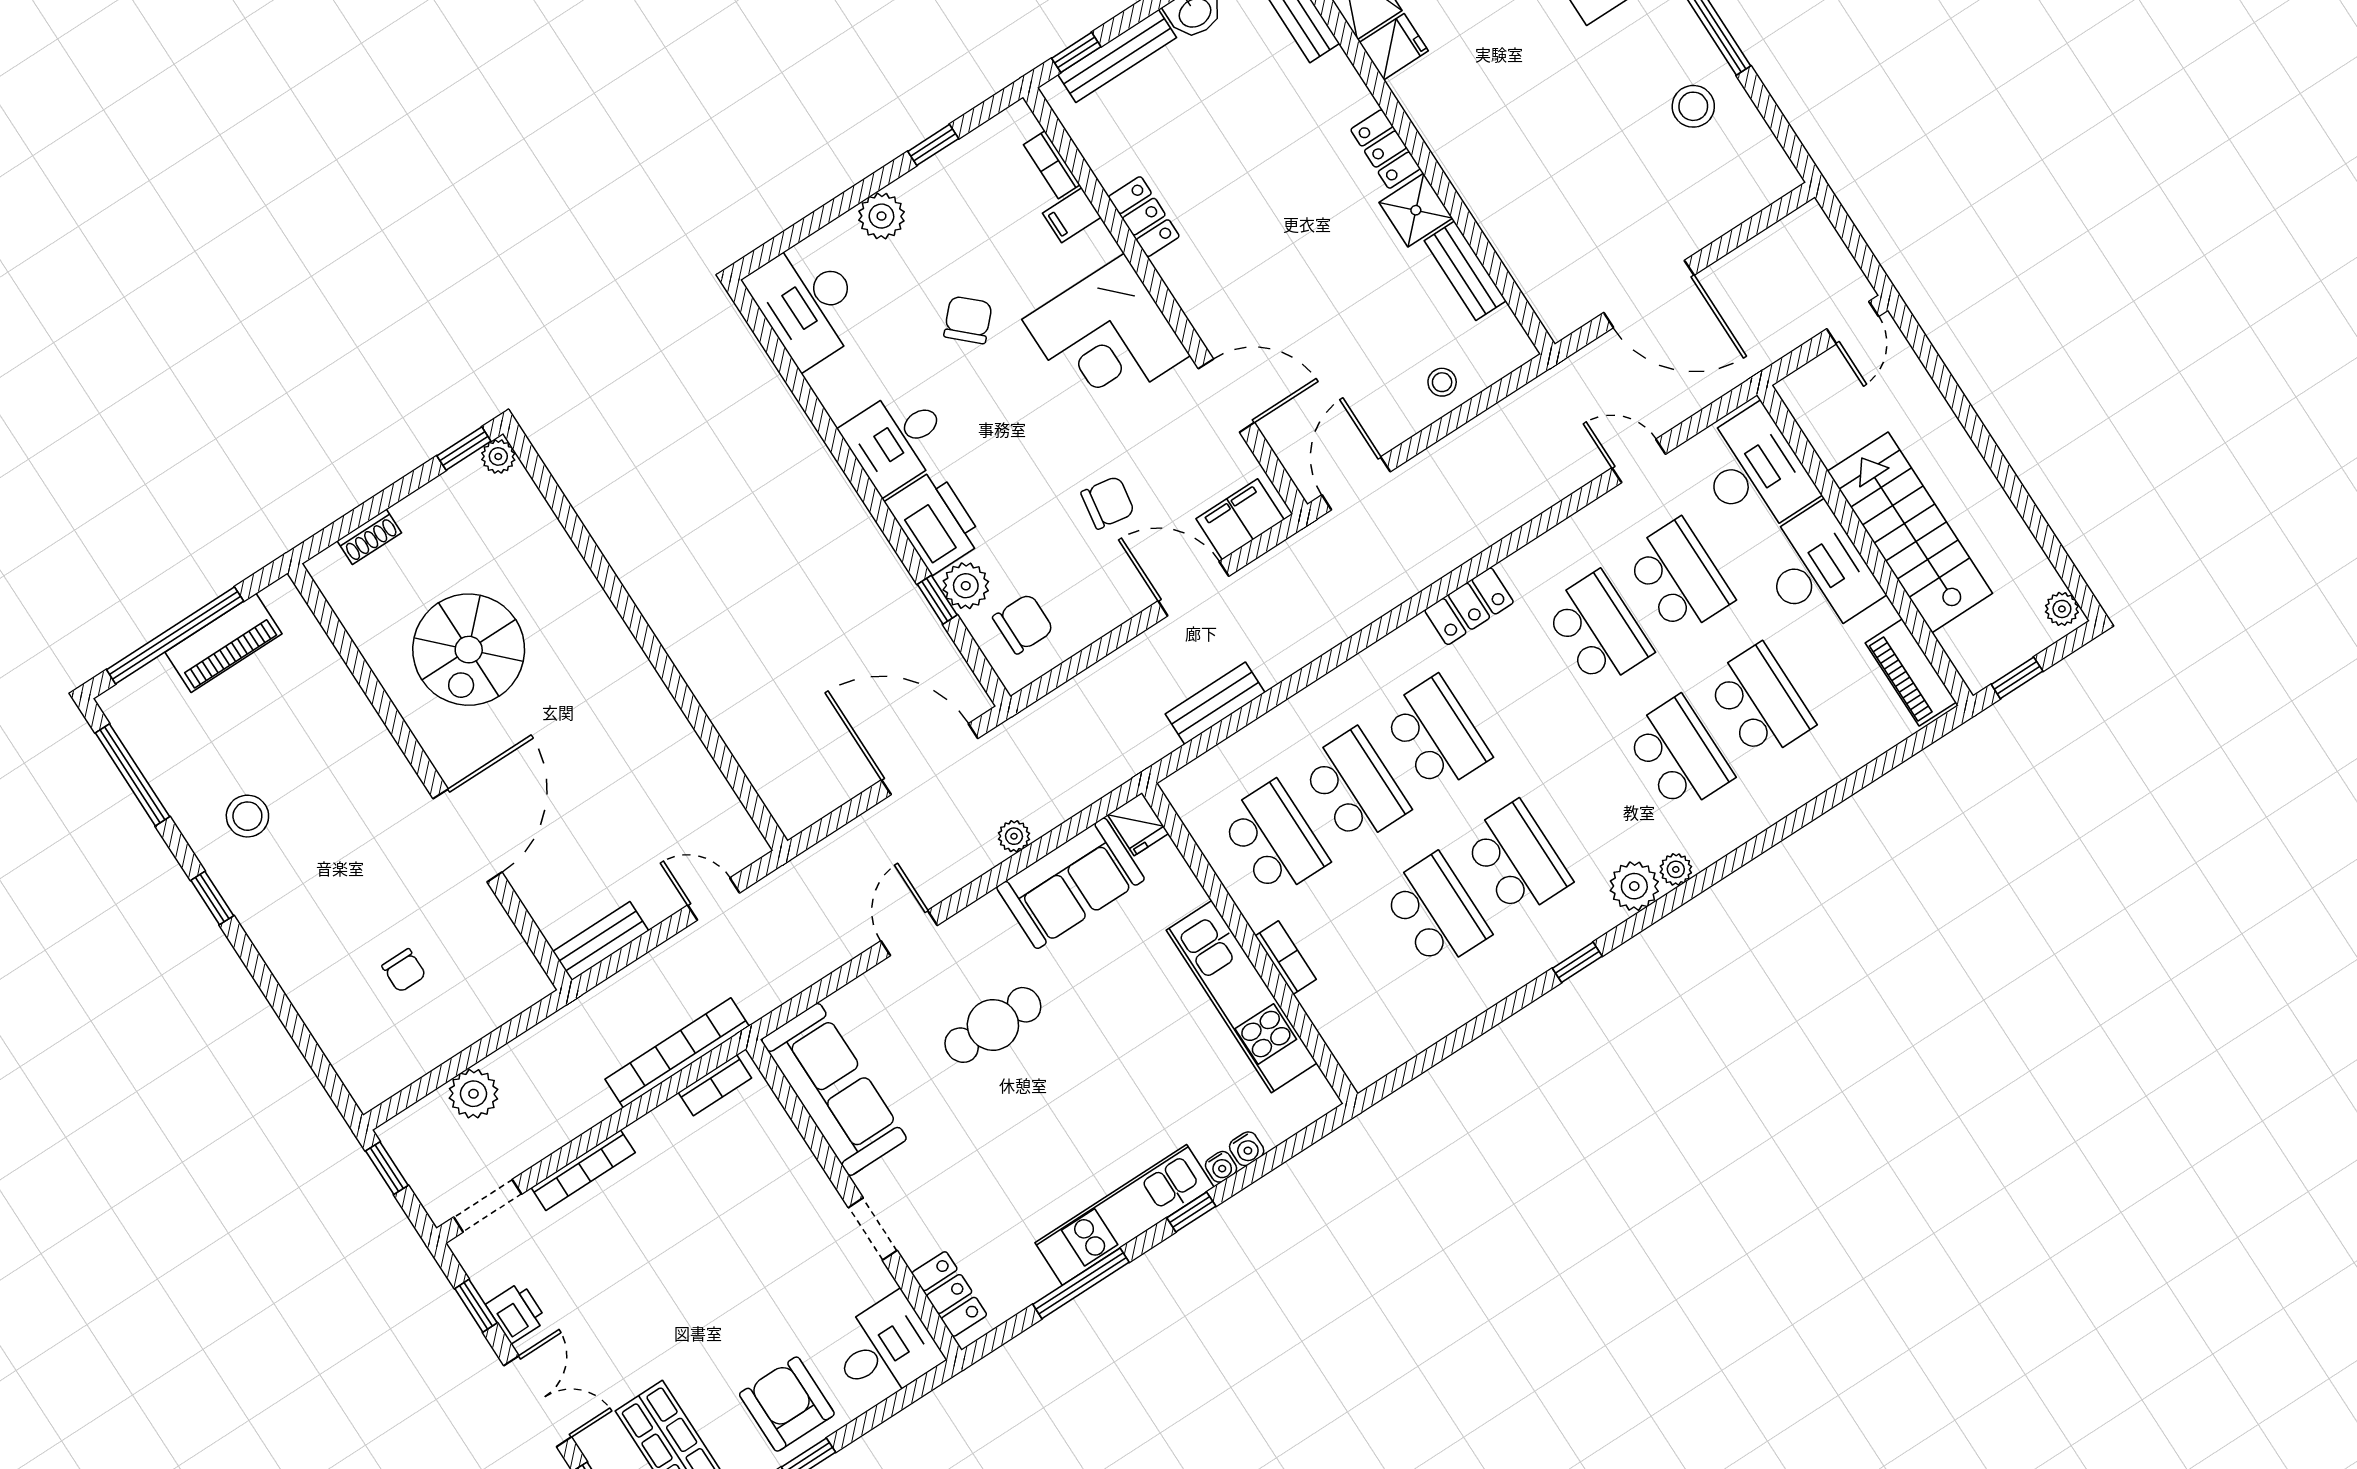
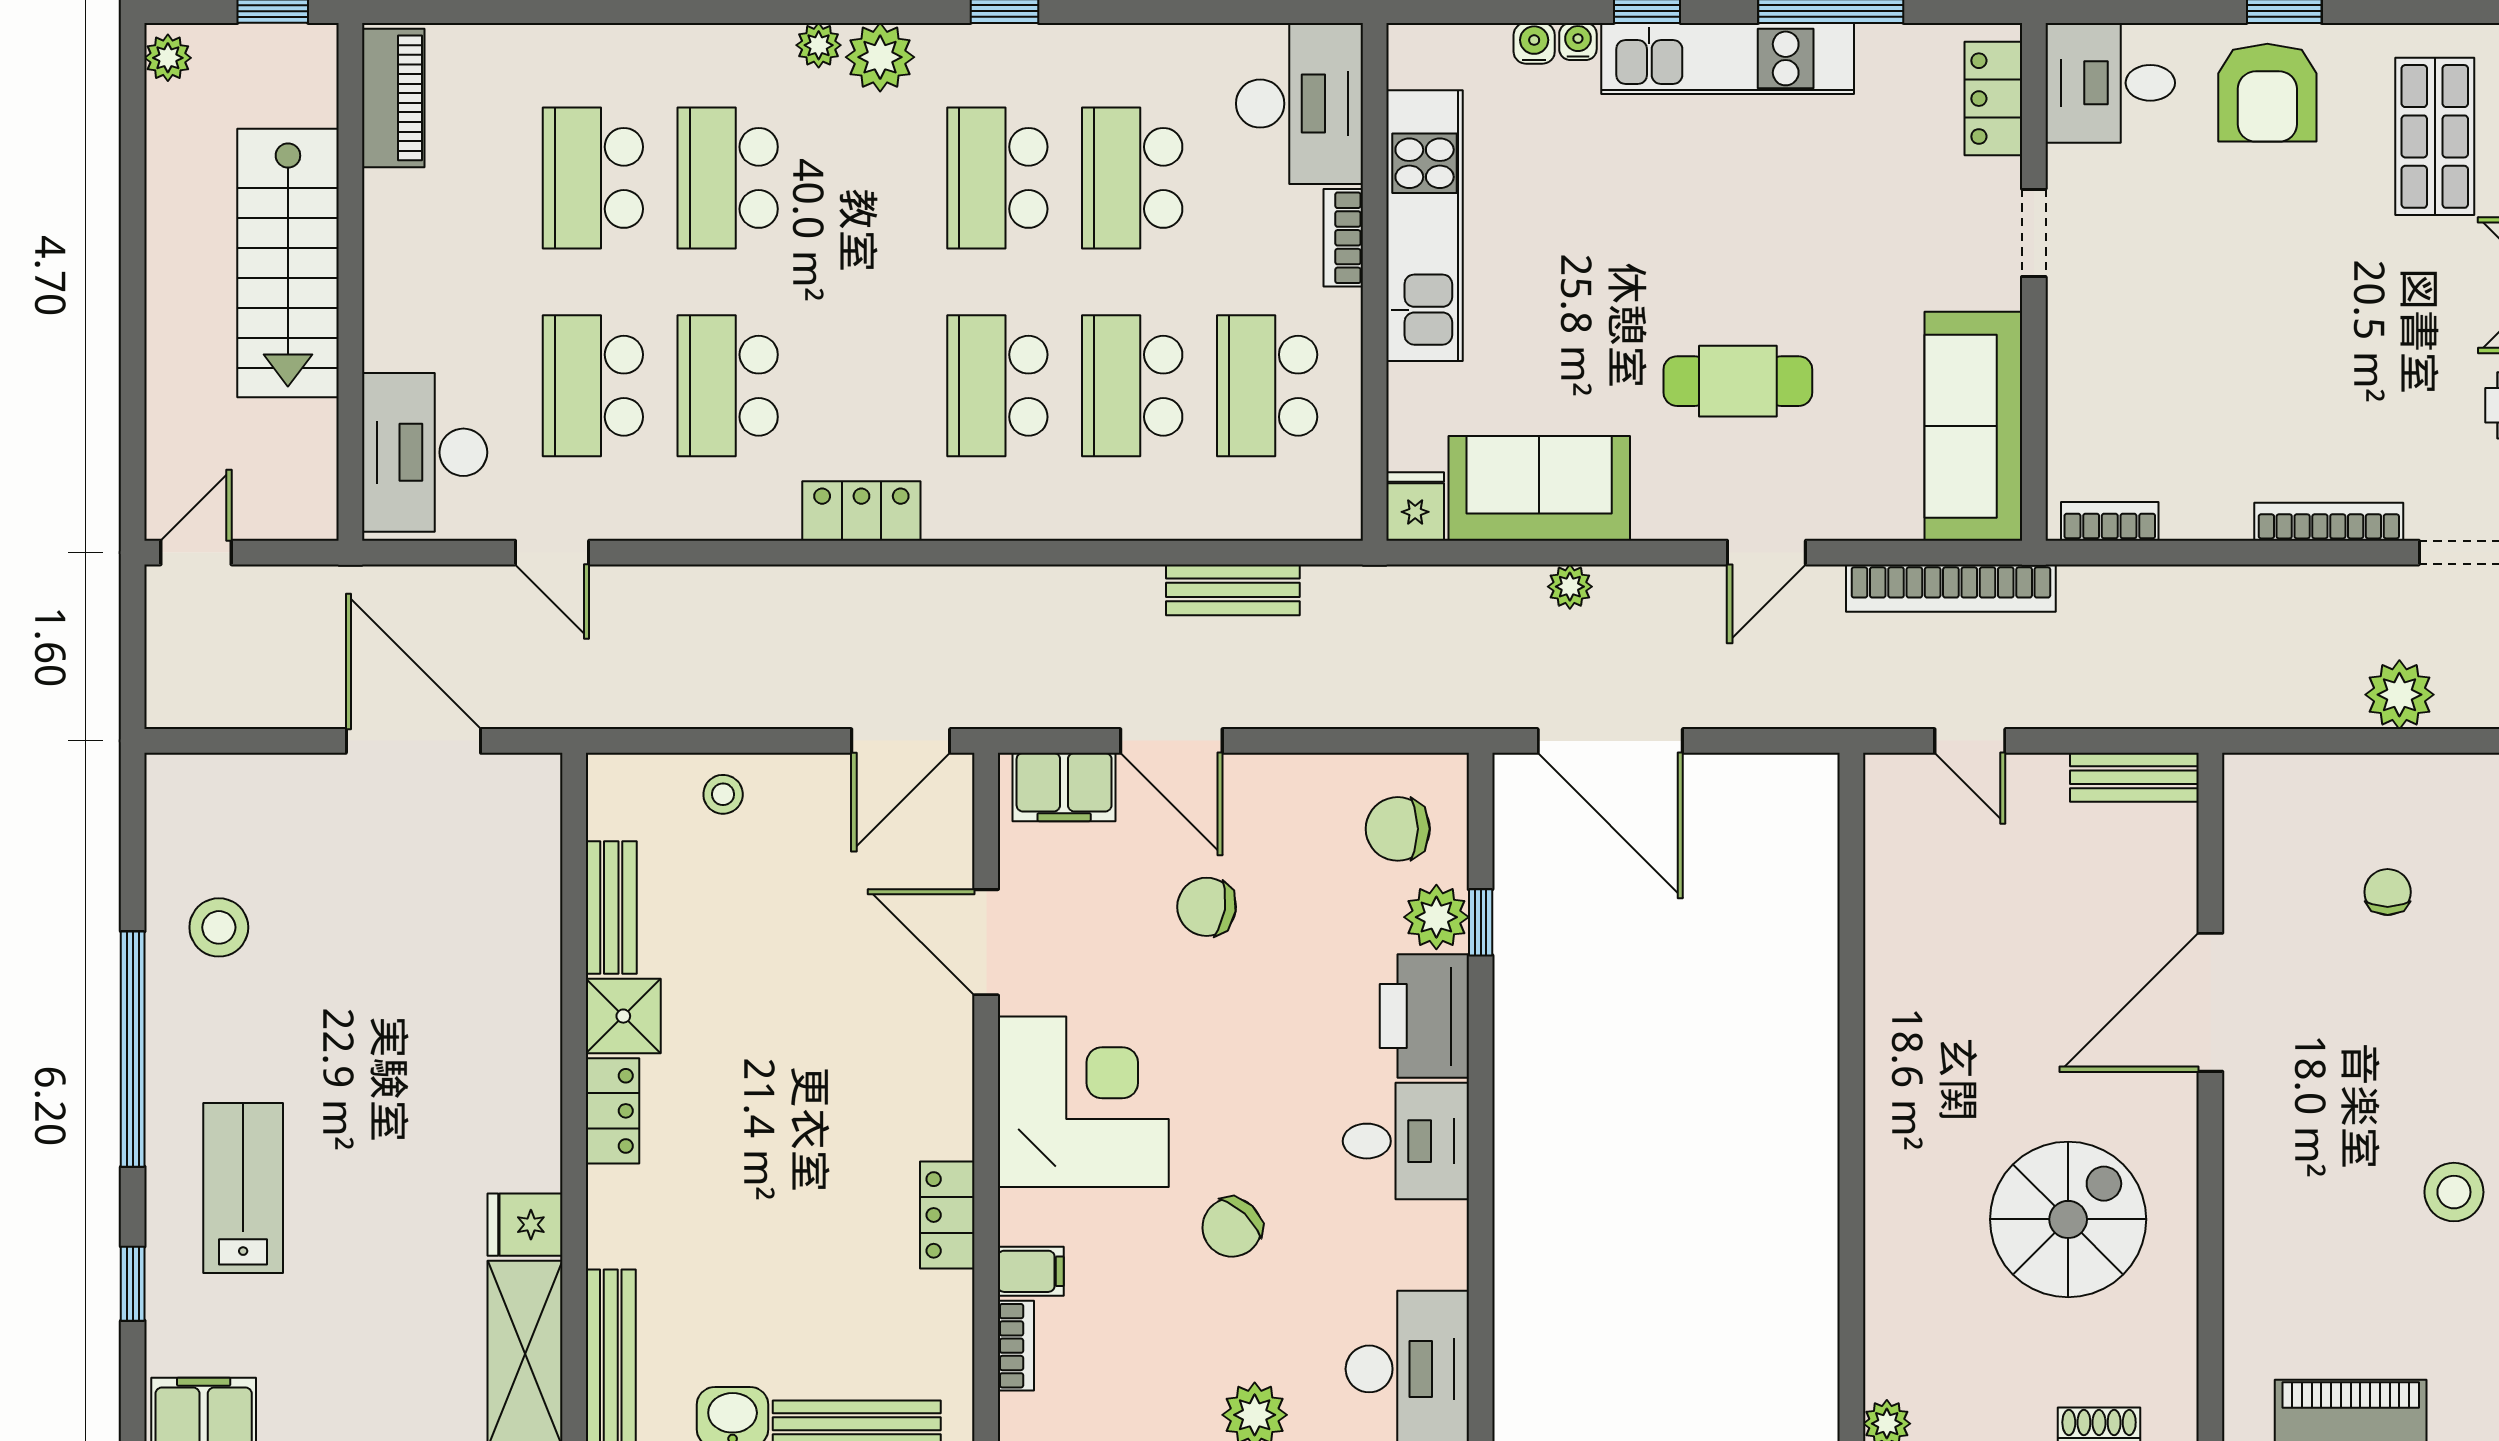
desk: (1818, 571) -> (1299, 104), moved, turned 180
bookcase: (677, 1053) -> (1951, 588), moved

